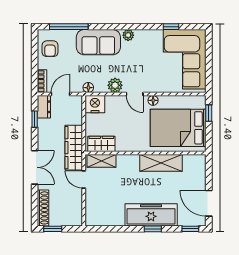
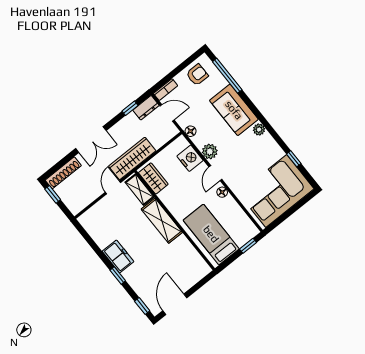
armchair: (50, 49) -> (197, 75), turned 180
nightstand: (95, 104) -> (190, 158), moved
bed: (178, 128) -> (211, 234), width x0.67
shelving: (161, 163) -> (162, 221), moved
freezer: (151, 215) -> (118, 256), width x0.52, depth x0.79

